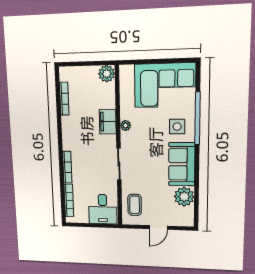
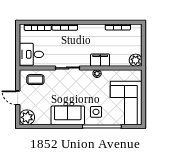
plant: (184, 197) -> (27, 117), moved

